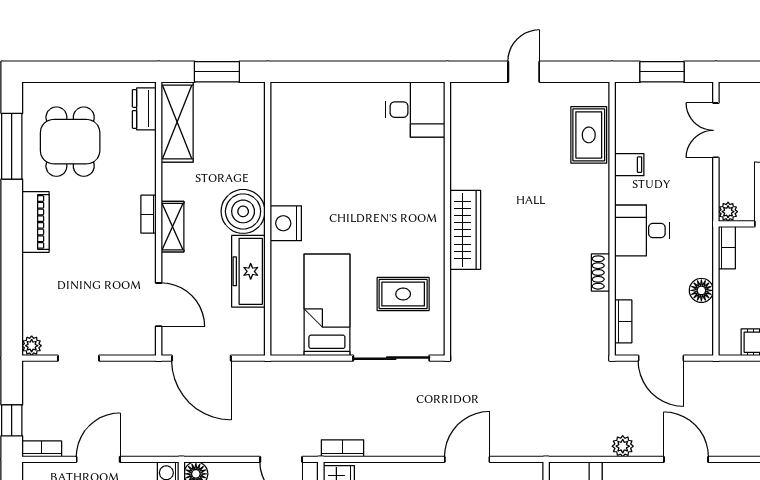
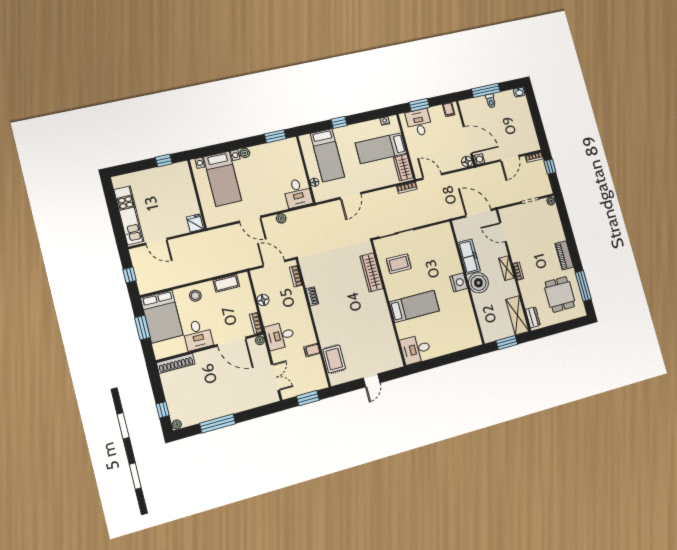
wardrobe: (465, 230) -> (372, 272), moved
desk: (642, 231) -> (280, 336), moved, turned 180
bed: (327, 305) -> (414, 306), moved, turned -90

